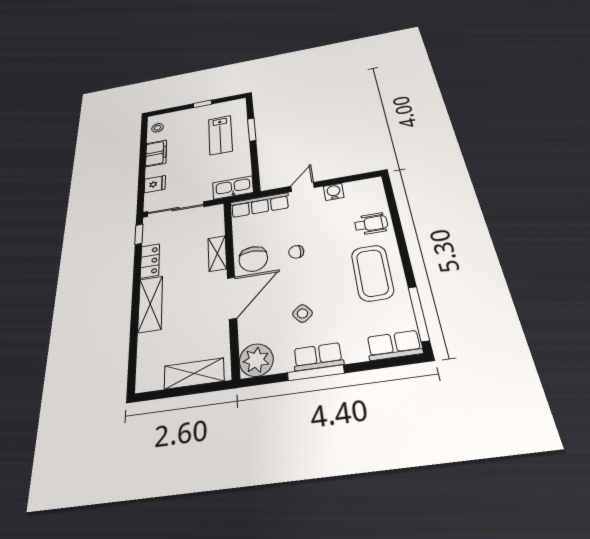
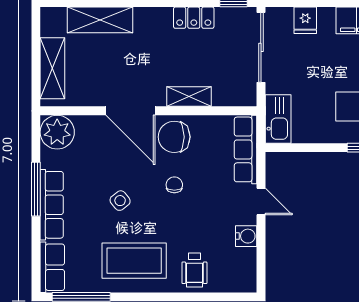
shelving: (150, 304) -> (100, 20), moved
side table: (302, 313) -> (120, 201), moved
row of seats: (318, 357) -> (52, 205), width x1.48

